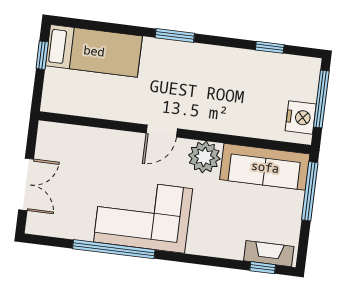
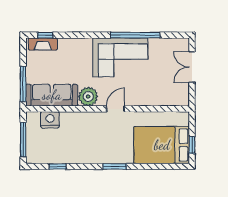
bed: (94, 51) -> (162, 145), width x1.50
nightstand: (301, 117) -> (50, 120), moved, turned 90

